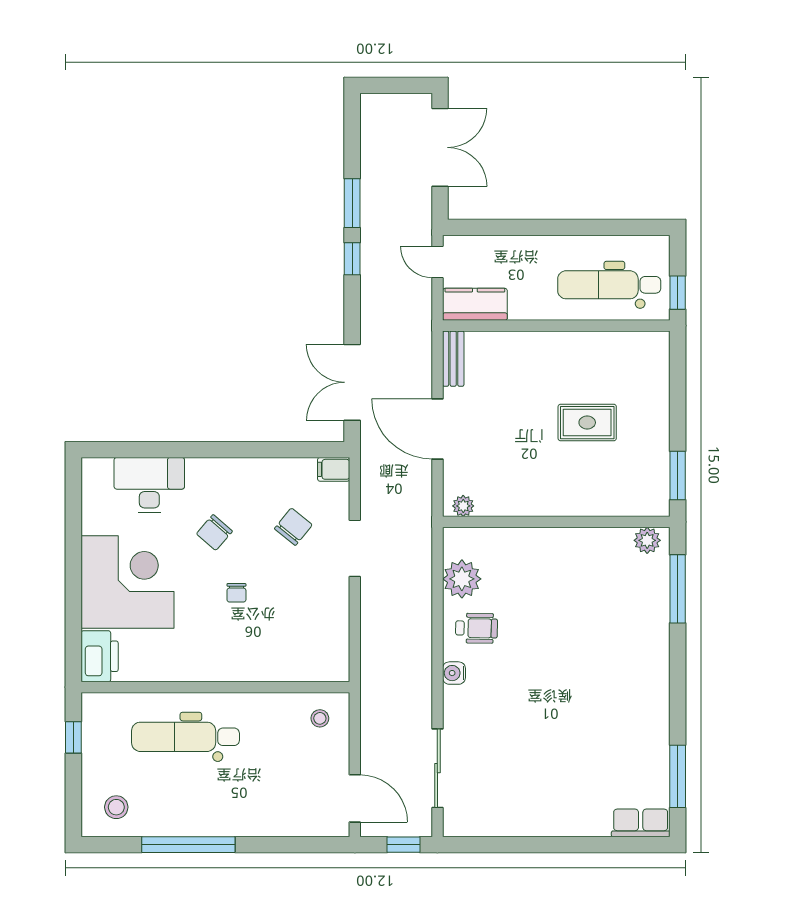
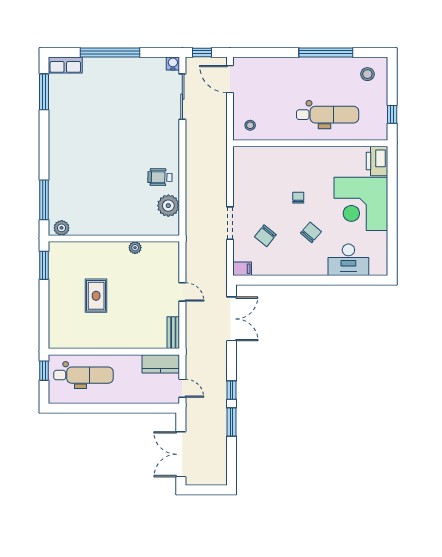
rug: (587, 423) -> (96, 296), turned 90
door: (437, 429) -> (182, 292), width x0.53
plant: (463, 506) -> (135, 248), moved
water cooler: (454, 673) -> (173, 63), moved, turned -90
window: (563, 845) -> (110, 52), added

